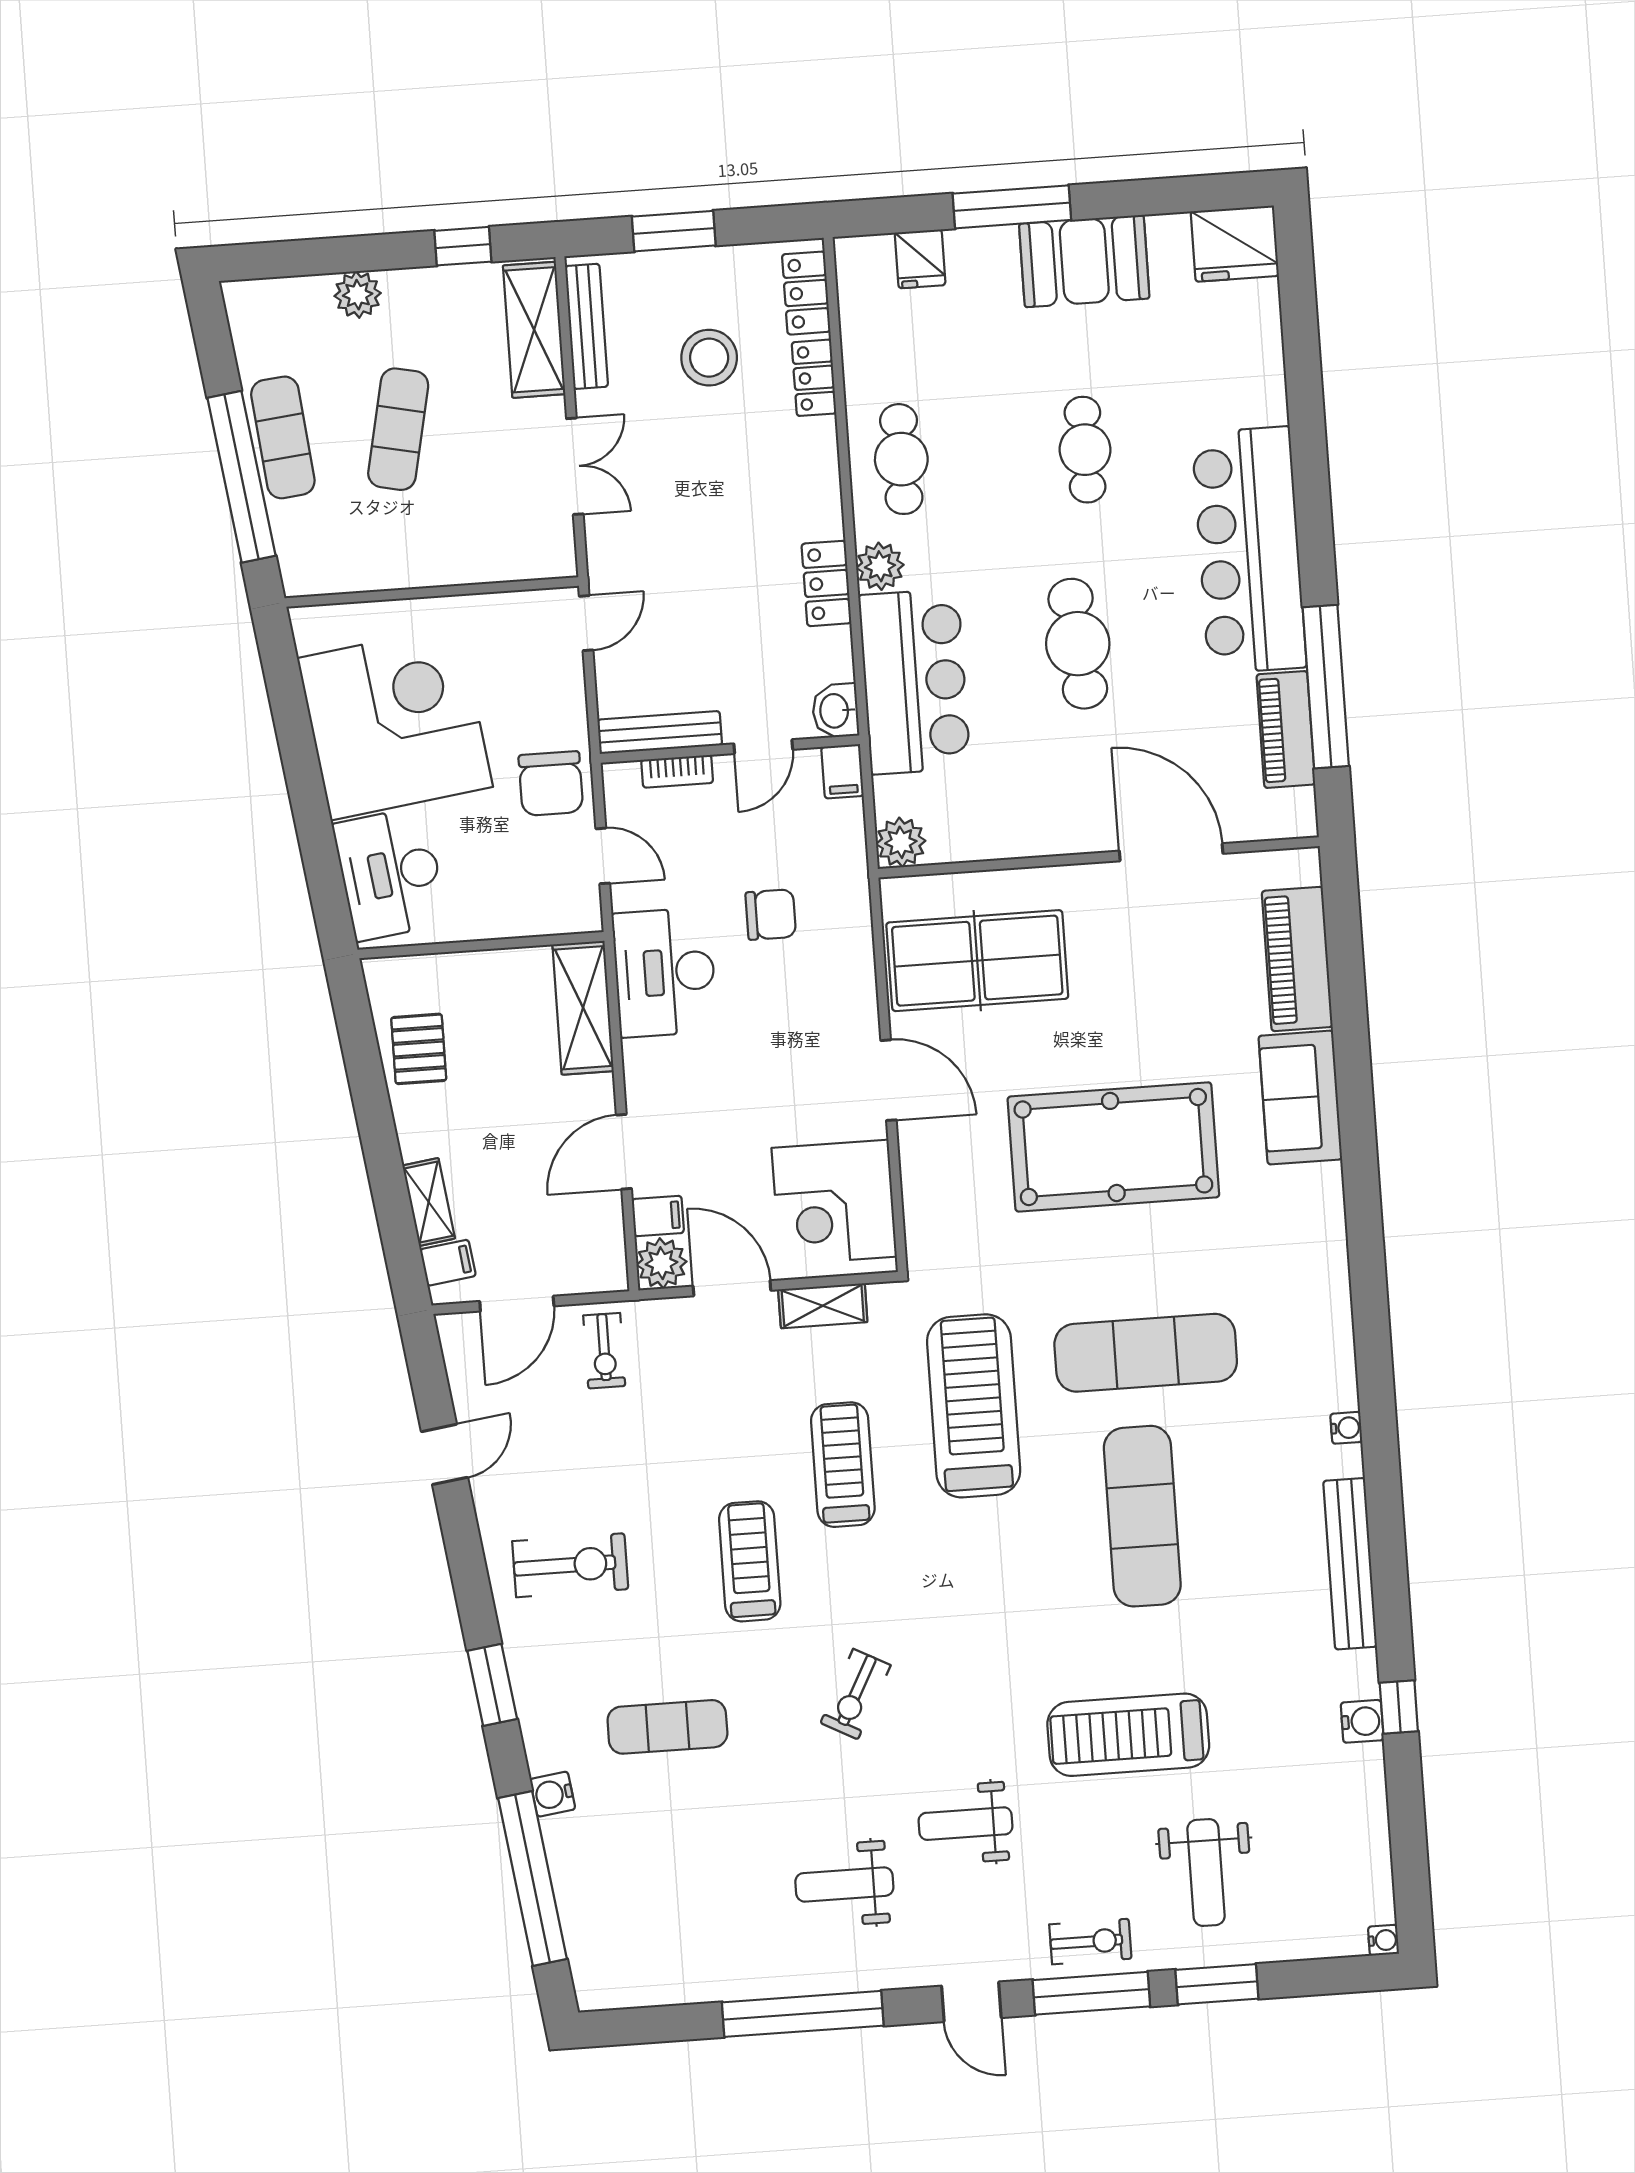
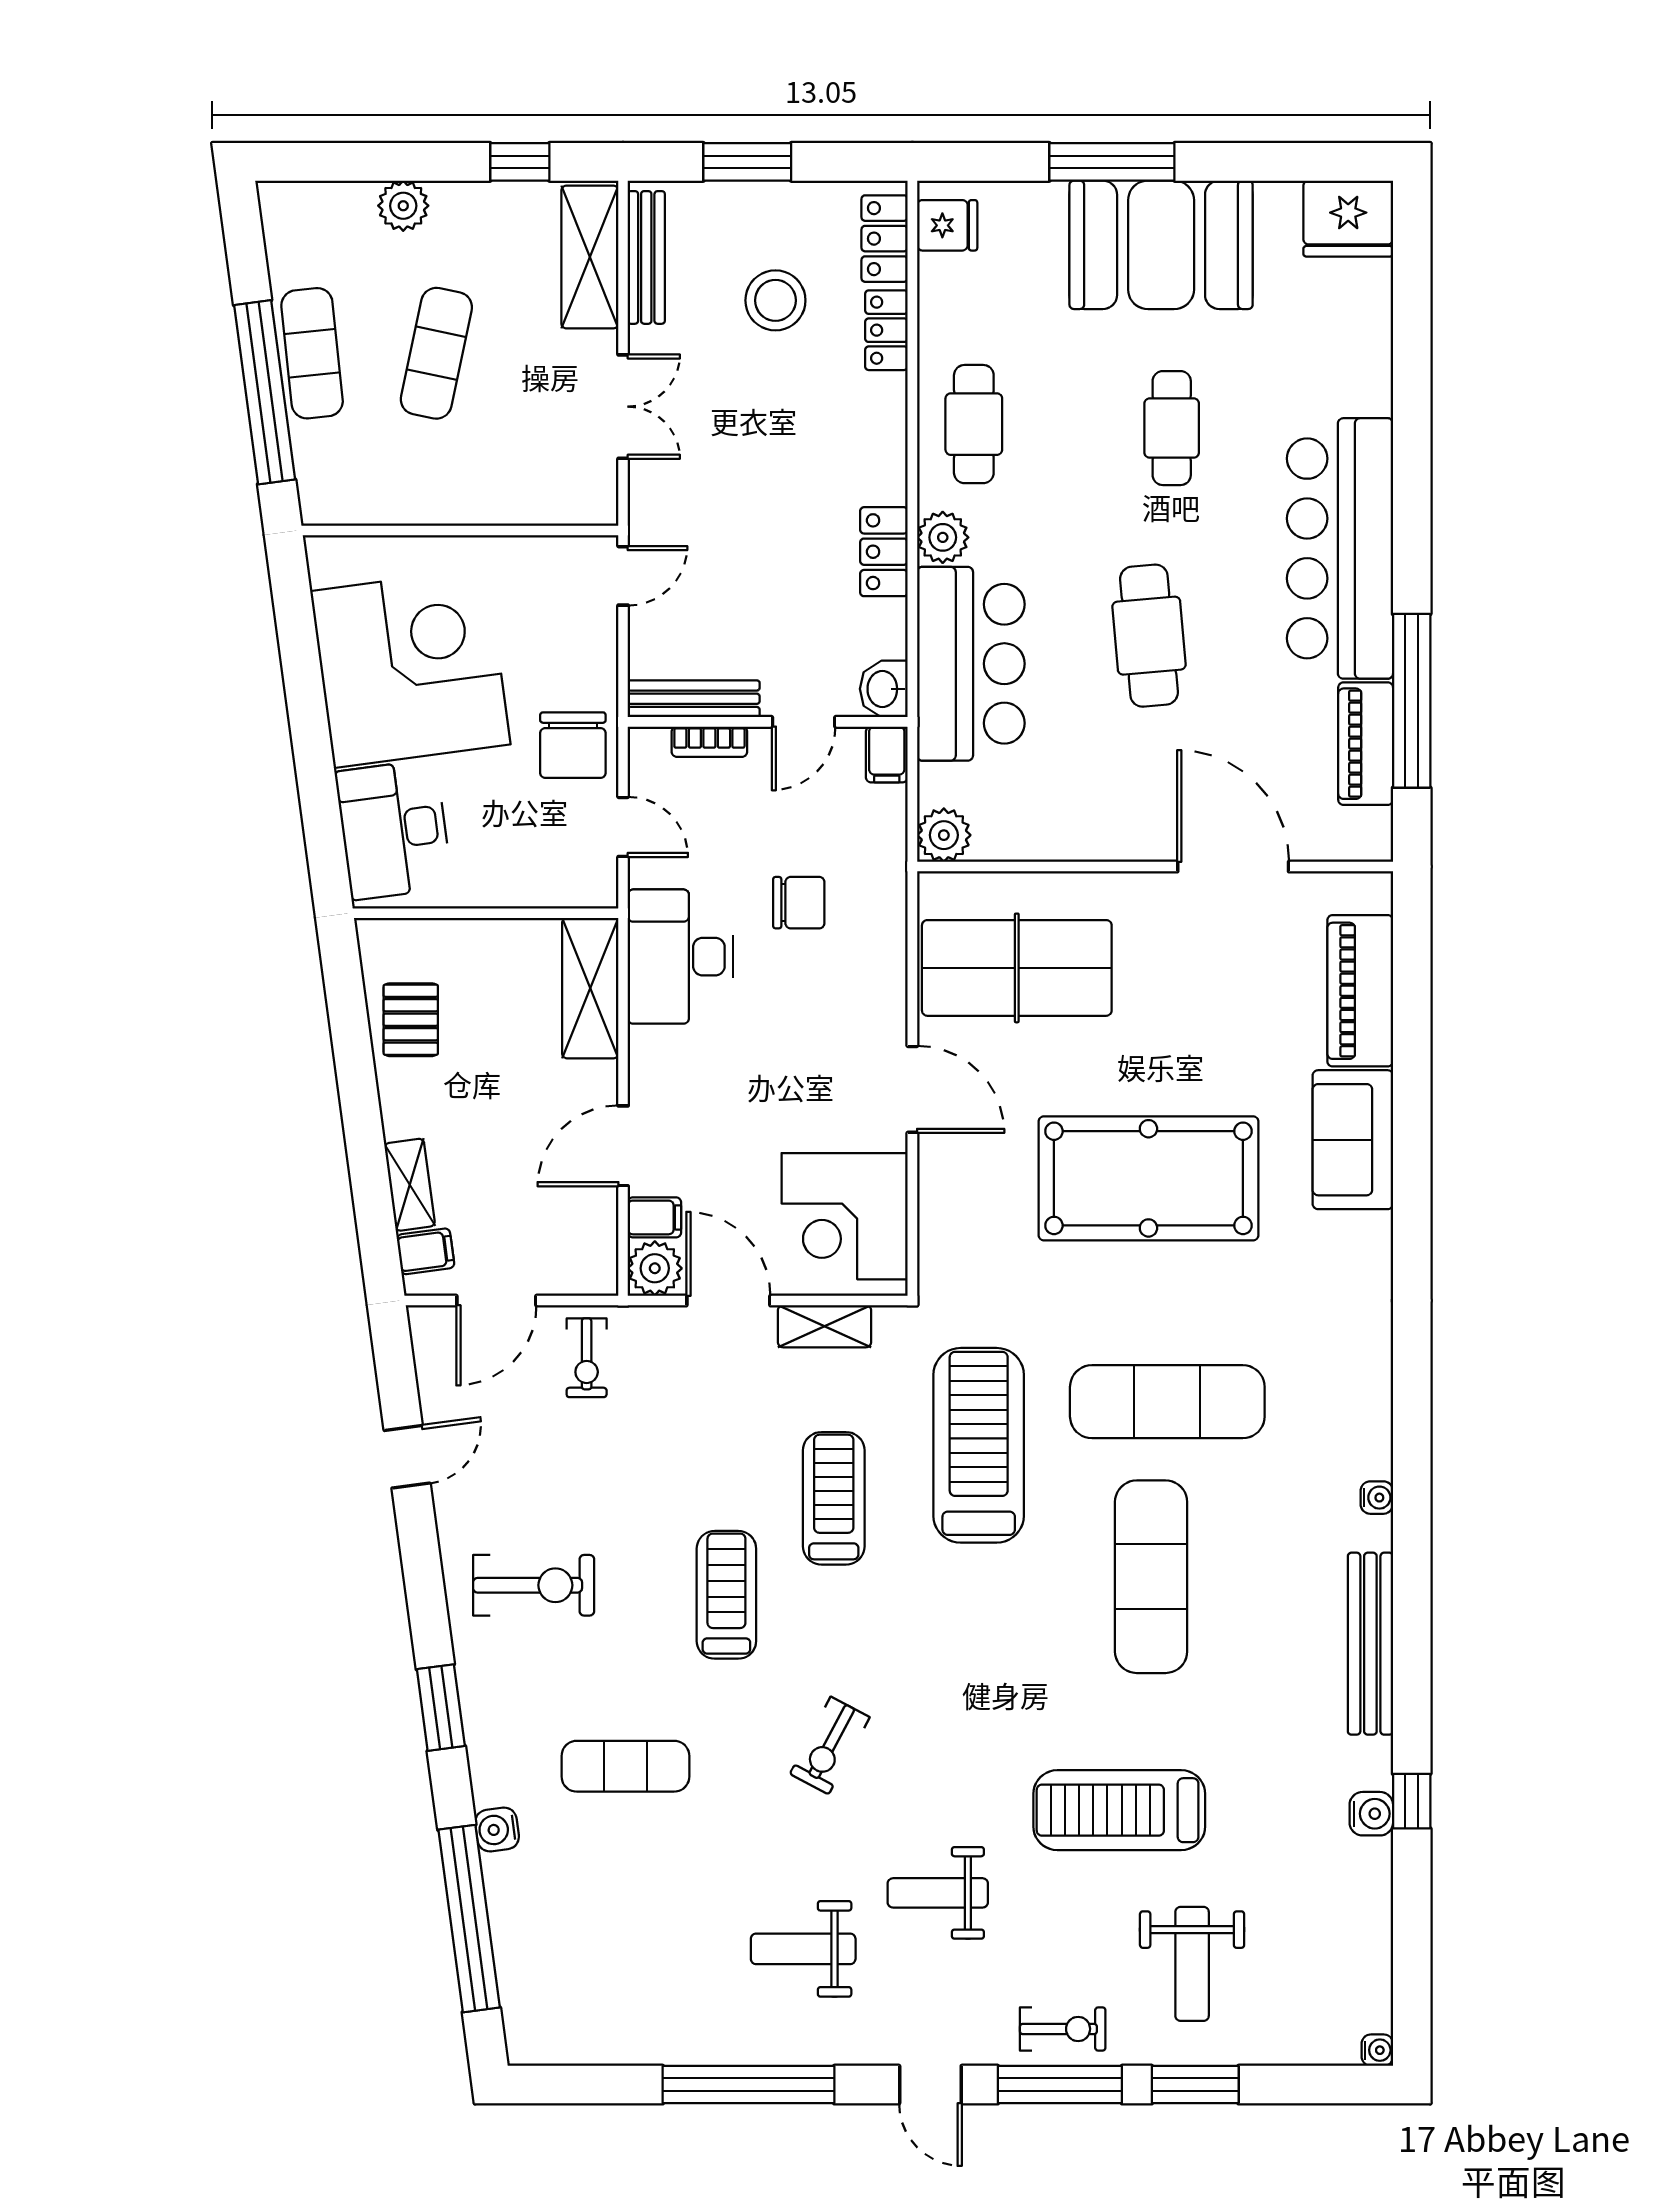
fridge: (920, 259) -> (947, 225), moved, turned -90
booth: (1084, 261) -> (1161, 245), width x1.36, depth x1.42

